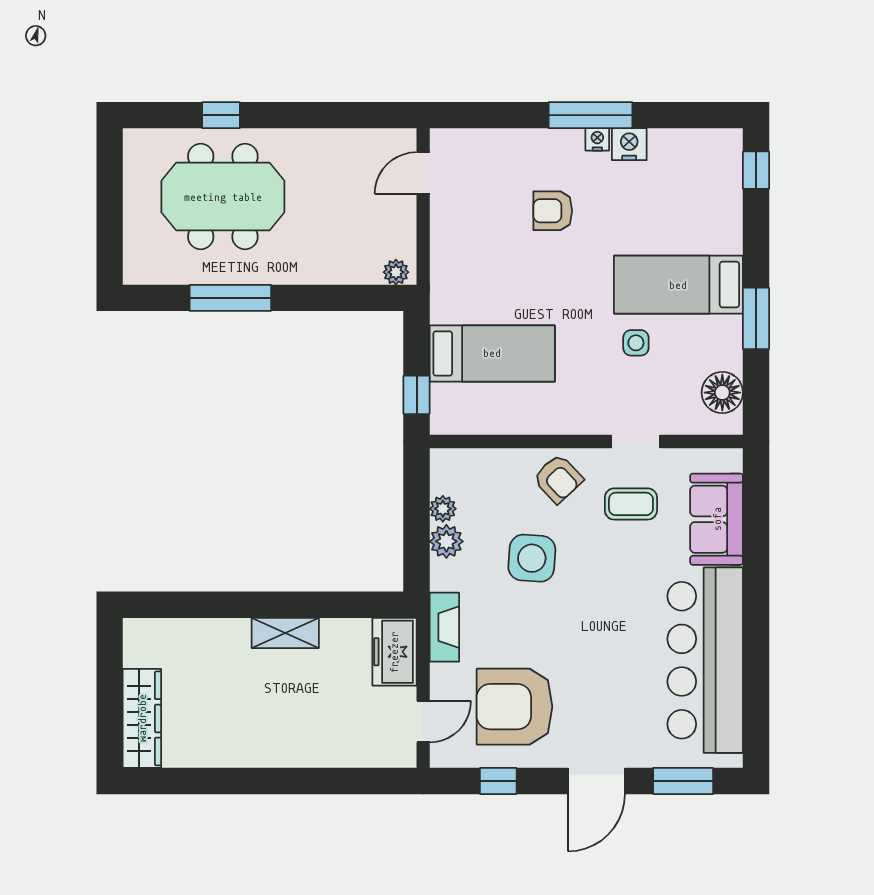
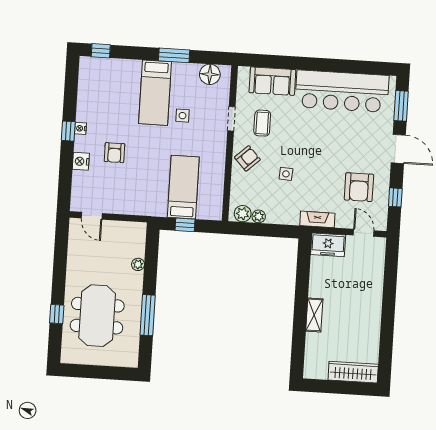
window: (590, 115) -> (68, 131), width x0.46
nightstand: (629, 144) -> (81, 161), moved
plant: (396, 272) -> (138, 264), moved
window: (417, 395) -> (185, 225), moved
plant: (446, 541) -> (243, 214), moved
side table: (532, 558) -> (286, 174), width x0.54, depth x0.54
shelving: (285, 633) -> (314, 315), moved
armchair: (514, 707) -> (359, 187), width x0.73, depth x0.73

